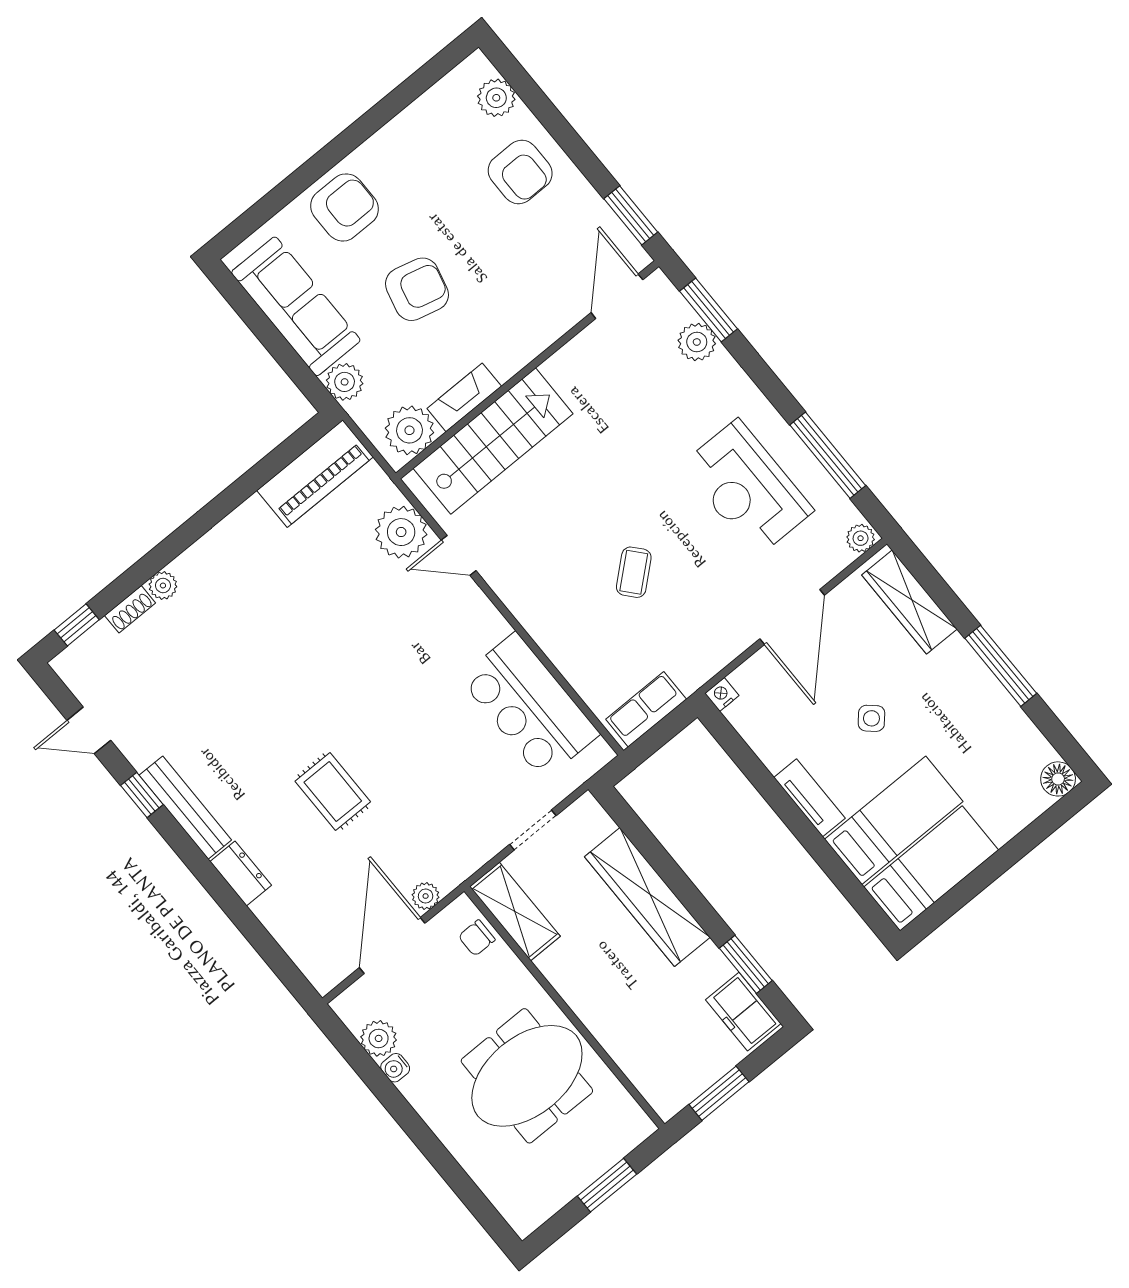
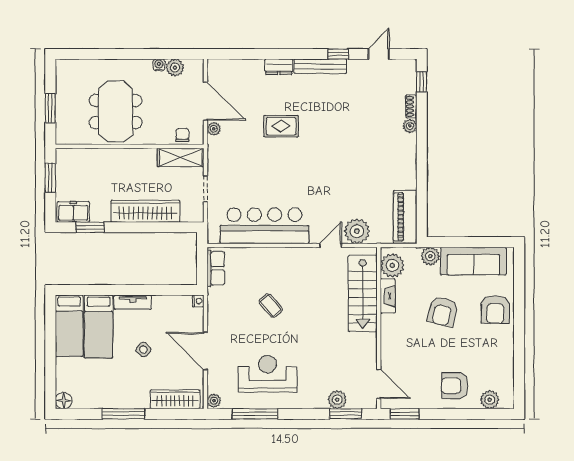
bar counter: (530, 706) -> (265, 226), width x1.36

